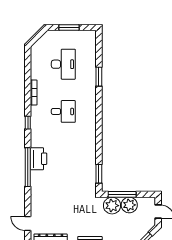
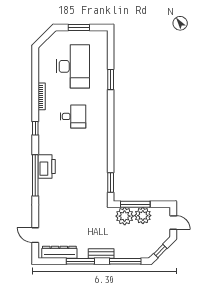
desk: (63, 64) -> (73, 66), width x1.36, depth x1.30

